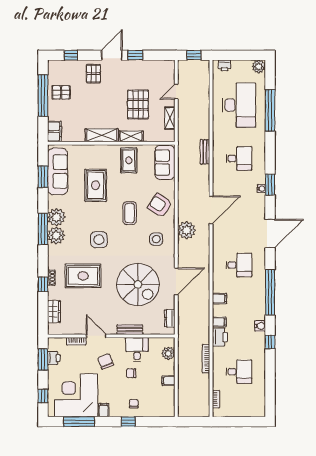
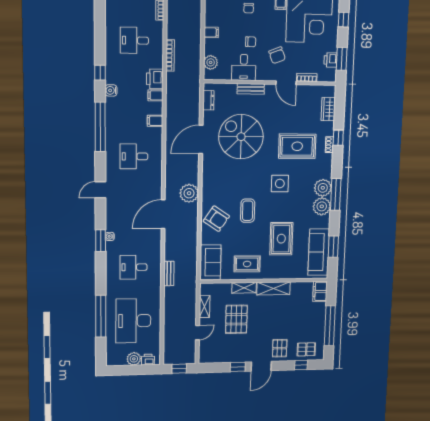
plant: (259, 67) -> (134, 359), moved
pallet: (61, 92) -> (306, 349), moved
rug: (129, 160) -> (247, 264), turned 90
door: (270, 233) -> (100, 190), width x0.53
side table: (156, 239) -> (221, 184), removed

